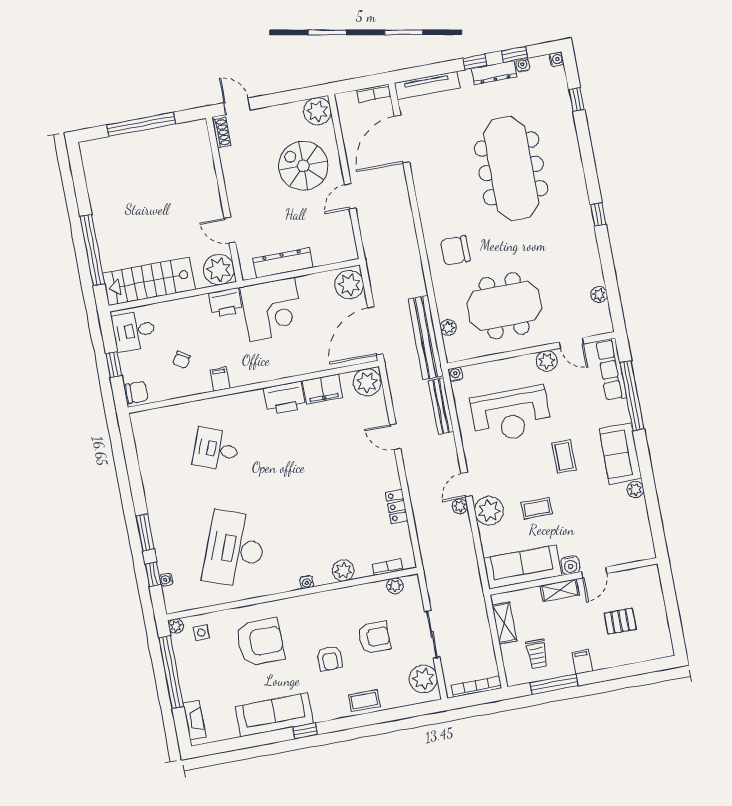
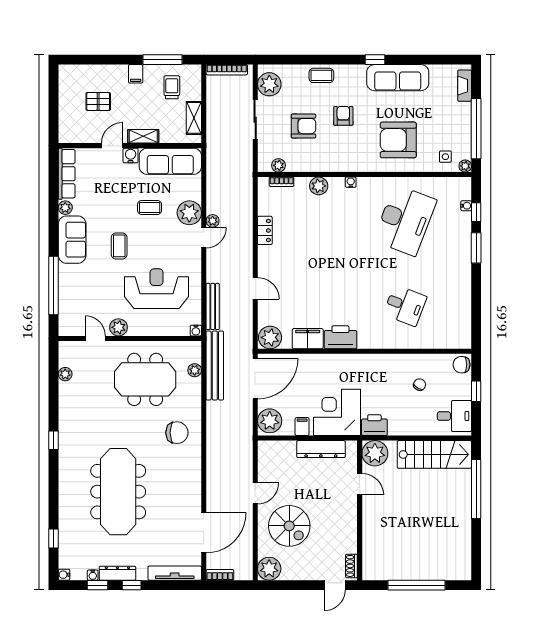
door: (237, 106) -> (335, 585), hinge flipped
row of seats: (611, 370) -> (67, 174), moved
filing cabinet: (220, 379) -> (302, 427), moved, turned 180
armchair: (374, 637) -> (303, 126), turned 180

